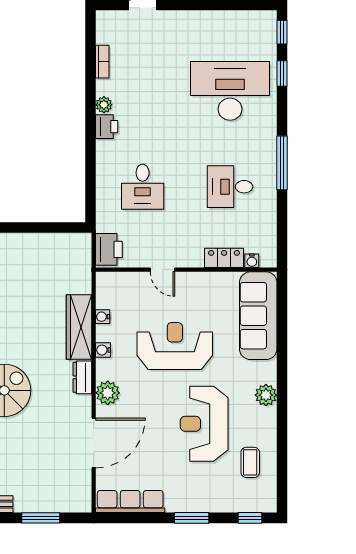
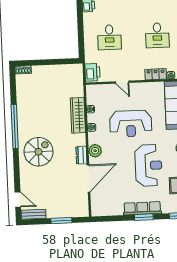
desk: (230, 187) -> (157, 35), turned -90
reception desk: (175, 346) -> (131, 124), turned 180
dresser: (82, 377) -> (81, 155), moved
reception desk: (204, 424) -> (149, 165), turned 180
row of seats: (130, 502) -> (142, 208), moved

